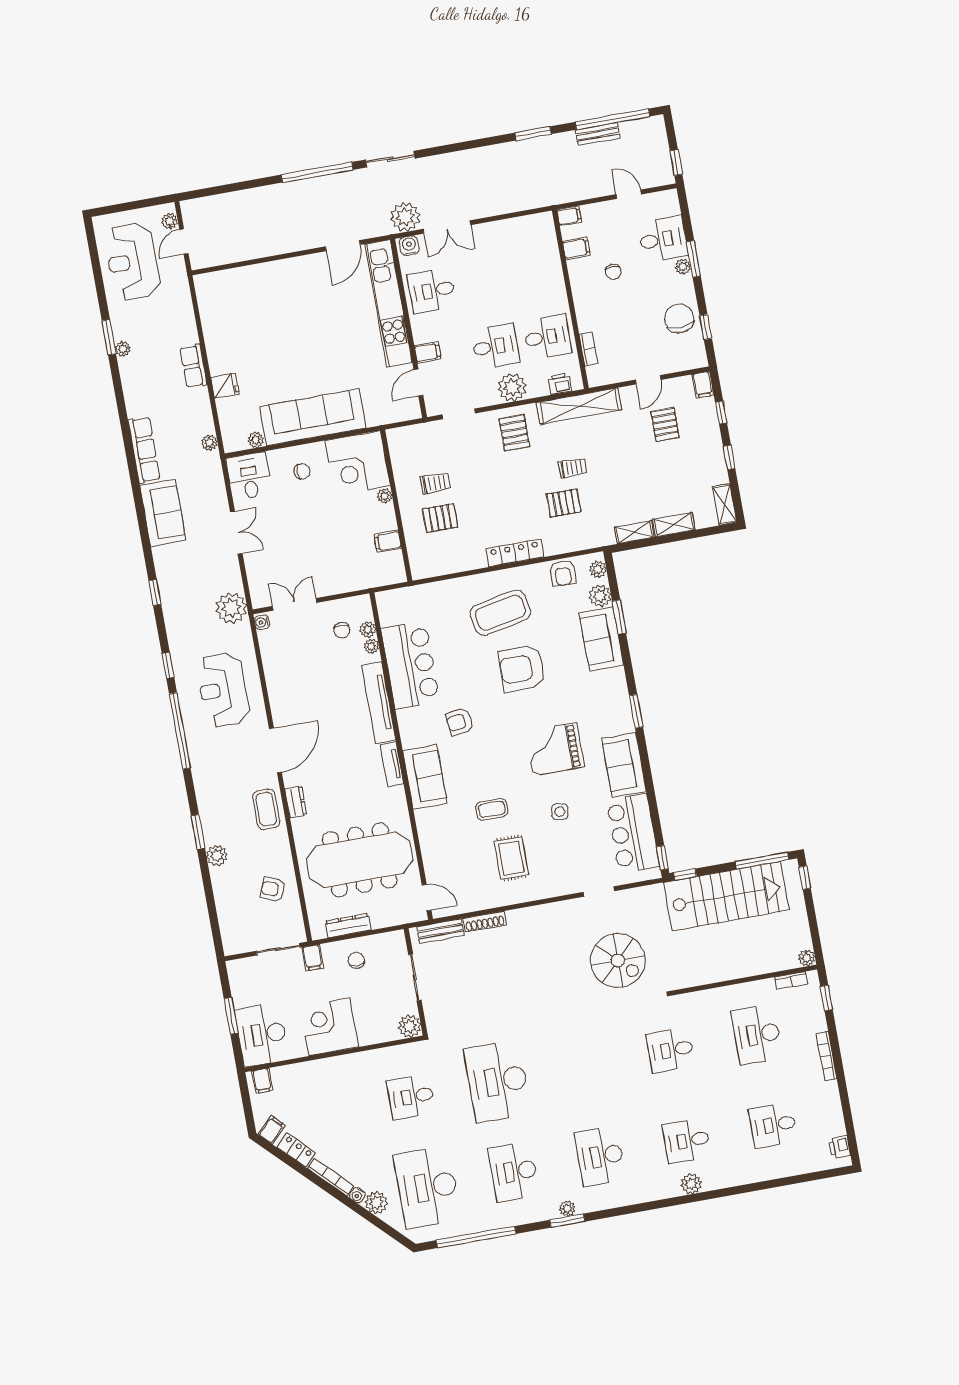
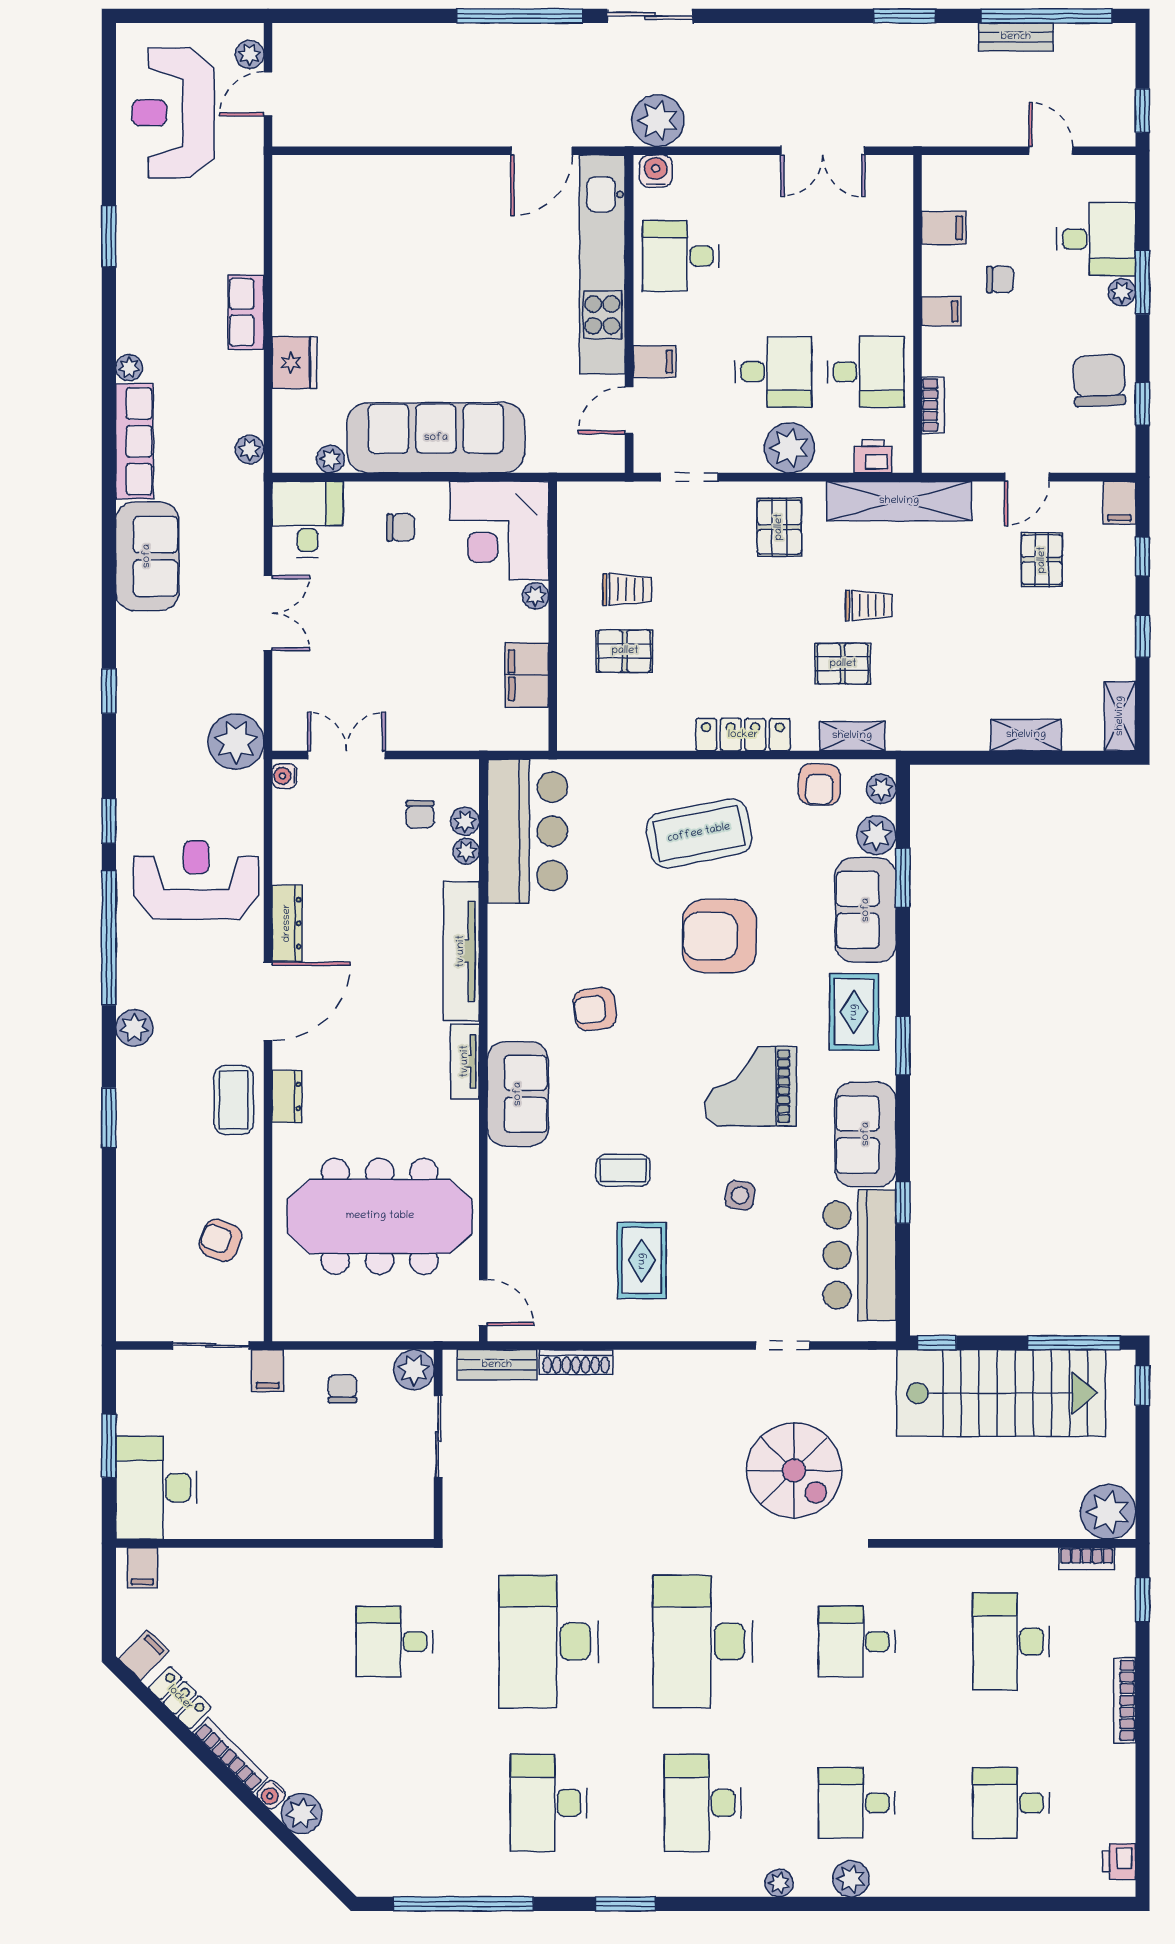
filing cabinet: (569, 216) -> (941, 311), moved
double door: (447, 227) -> (823, 151), moved
chair: (613, 272) -> (1000, 279), turned -90
plant: (123, 349) -> (129, 368), moved
fridge: (225, 385) -> (294, 363), width x1.38
shelving: (634, 532) -> (852, 736), moved
filing cabinet: (388, 541) -> (527, 675), width x2.00
bar counter: (410, 665) -> (527, 831), moved
reception desk: (223, 690) -> (196, 880), turned 90
rug: (605, 697) -> (854, 1012), added
plant: (217, 856) -> (134, 1028), moved
window: (662, 858) -> (903, 1203), moved
dresser: (348, 926) -> (287, 923), moved, turned 90
plant: (807, 958) -> (1108, 1512), width x1.87, depth x1.87
plant: (410, 1026) -> (414, 1370), moved
corner desk: (329, 1027) -> (275, 1495), removed
desk: (427, 1187) -> (703, 1642), moved
plant: (567, 1209) -> (779, 1883), moved

